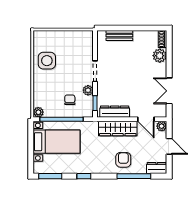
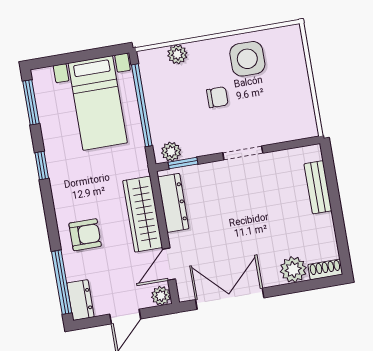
plant: (88, 90) -> (171, 152), moved
double door: (169, 91) -> (230, 299), width x1.37
chair: (70, 100) -> (217, 97), moved
plant: (38, 112) -> (177, 54), moved
window: (134, 176) -> (62, 282), moved

